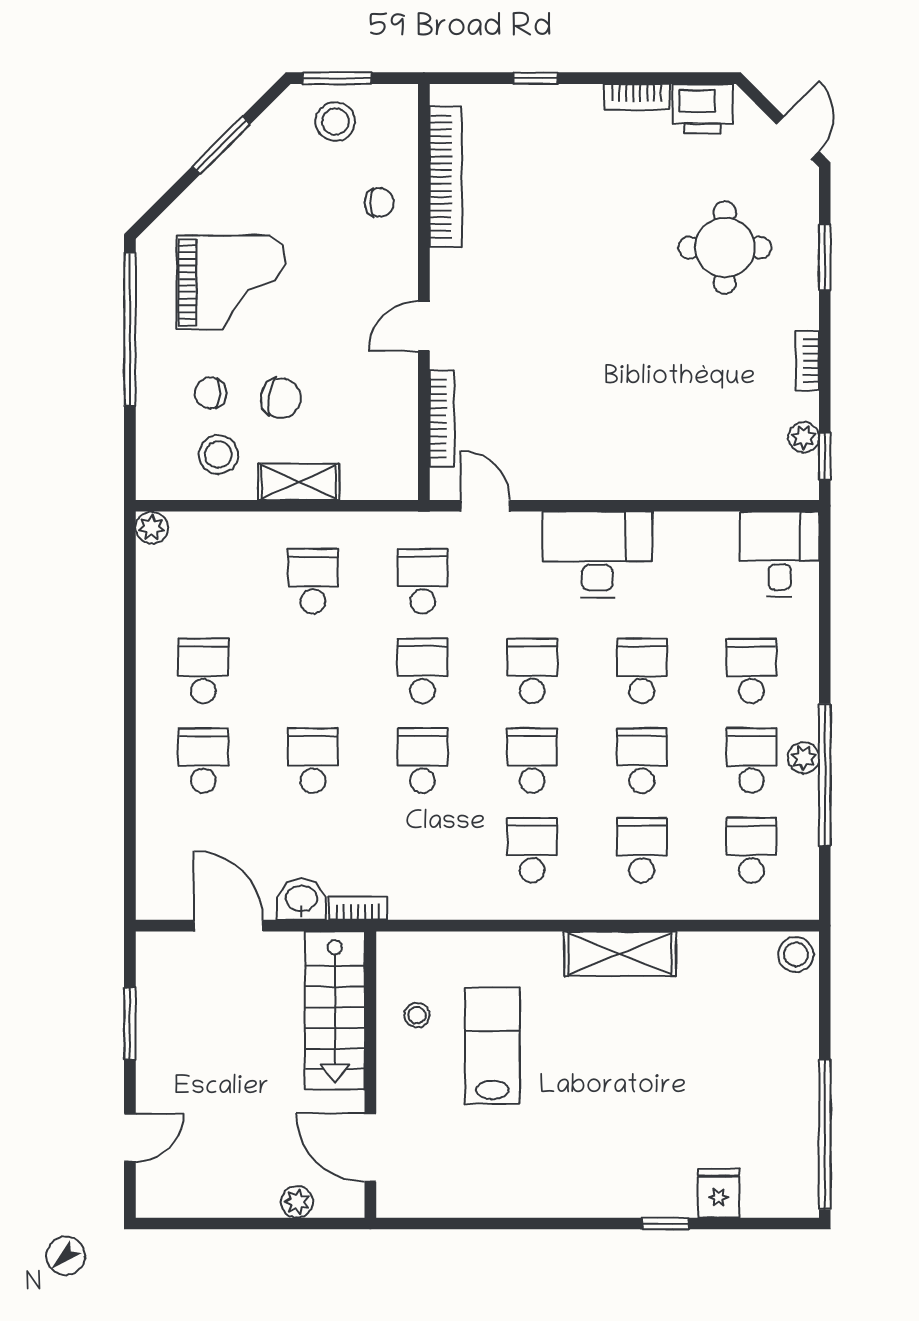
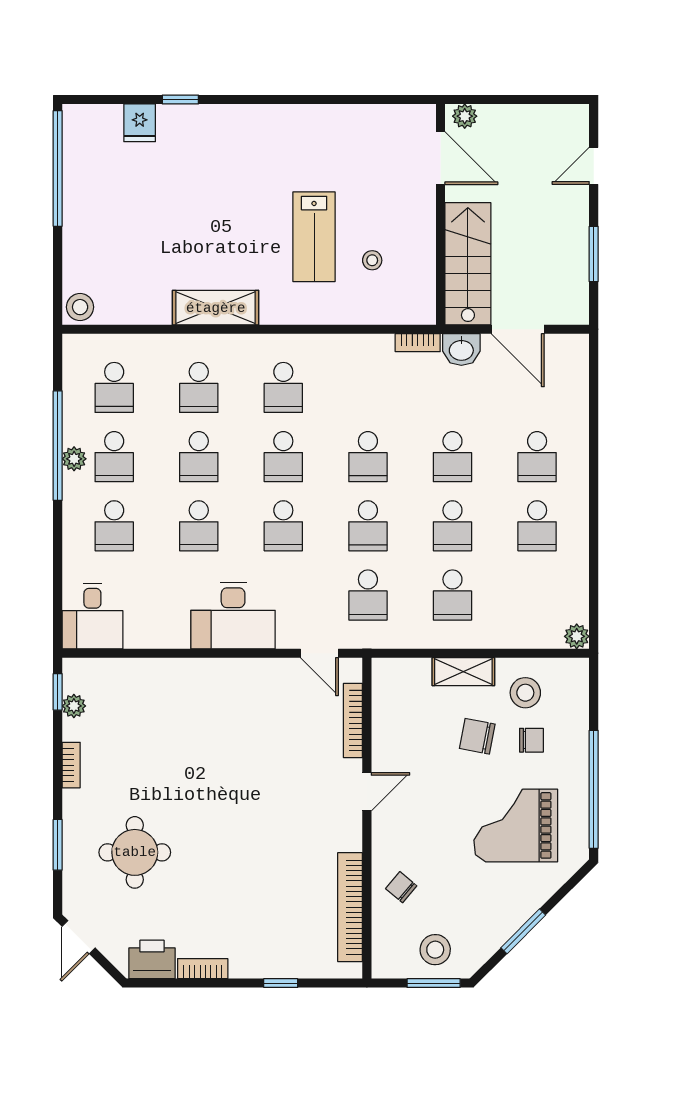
chair: (379, 202) -> (401, 887), turned 40
school desk: (313, 671) -> (452, 526), added
stairs: (335, 1011) -> (468, 264), moved
wall: (370, 1075) -> (440, 214), moved
door: (370, 1148) -> (440, 158), moved

